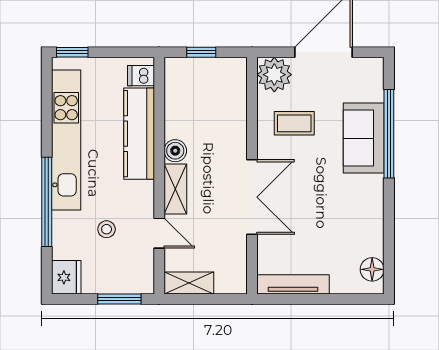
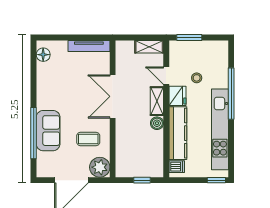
fridge: (66, 277) -> (177, 96), moved, turned 180

